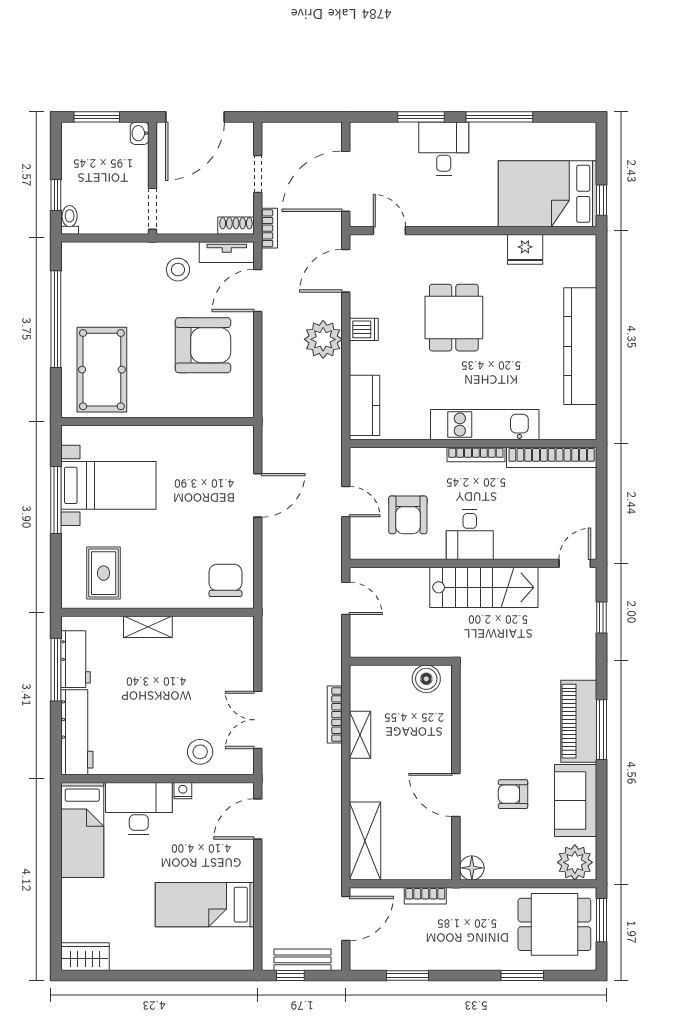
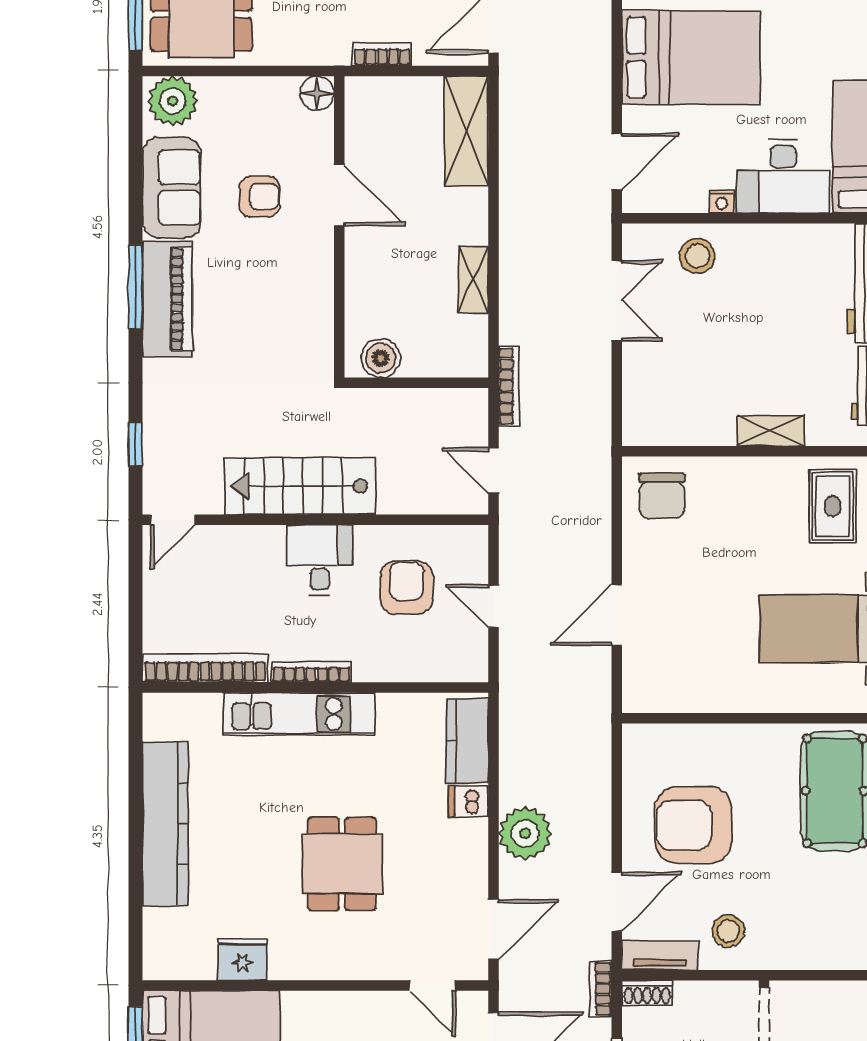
dishwasher: (364, 329) -> (468, 802), moved
bookcase: (335, 715) -> (509, 386), moved
bed: (205, 905) -> (691, 57), width x1.50

